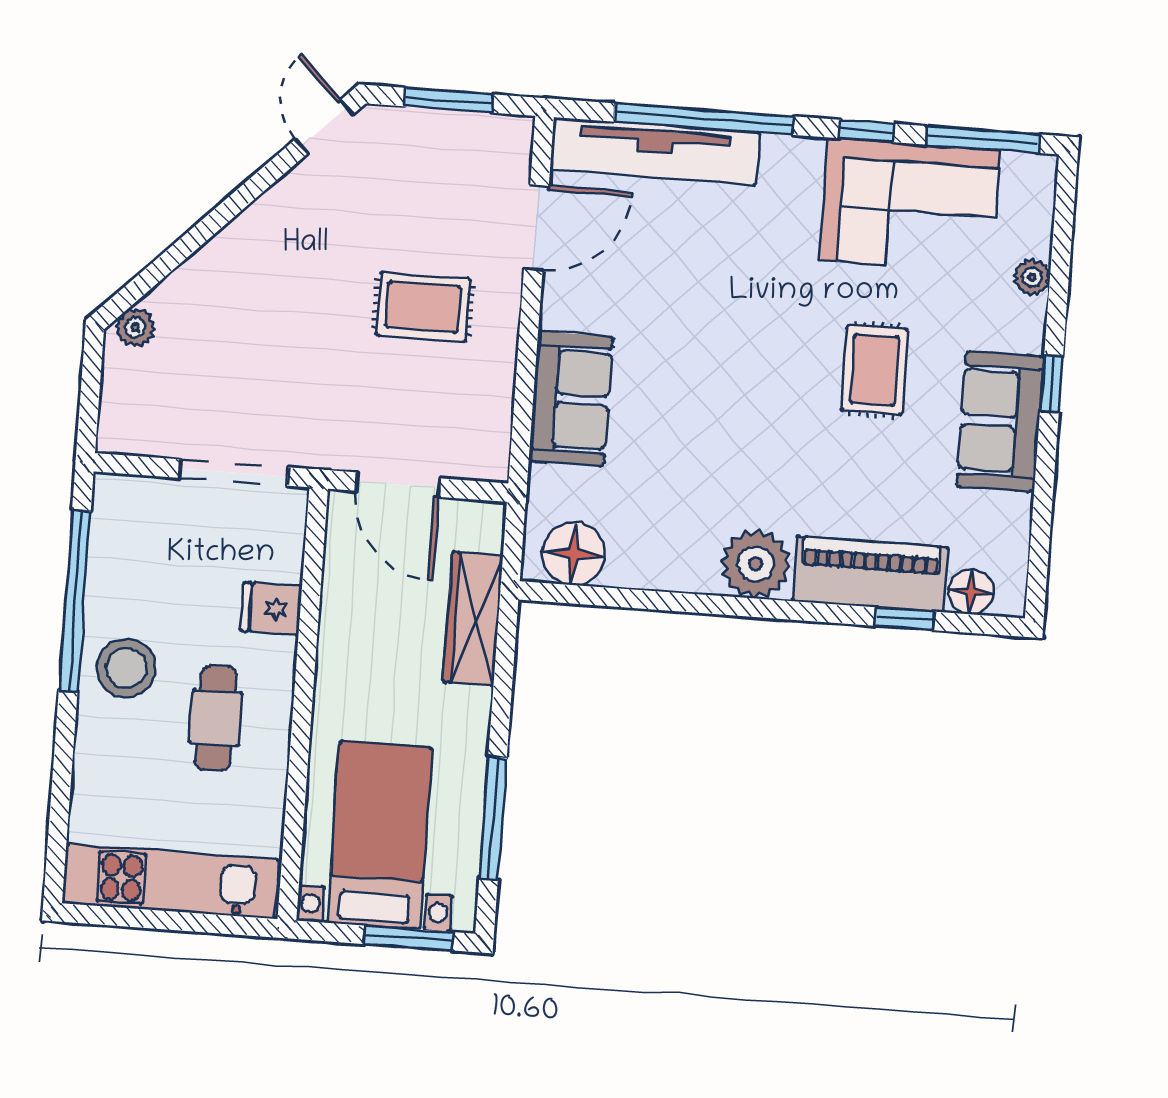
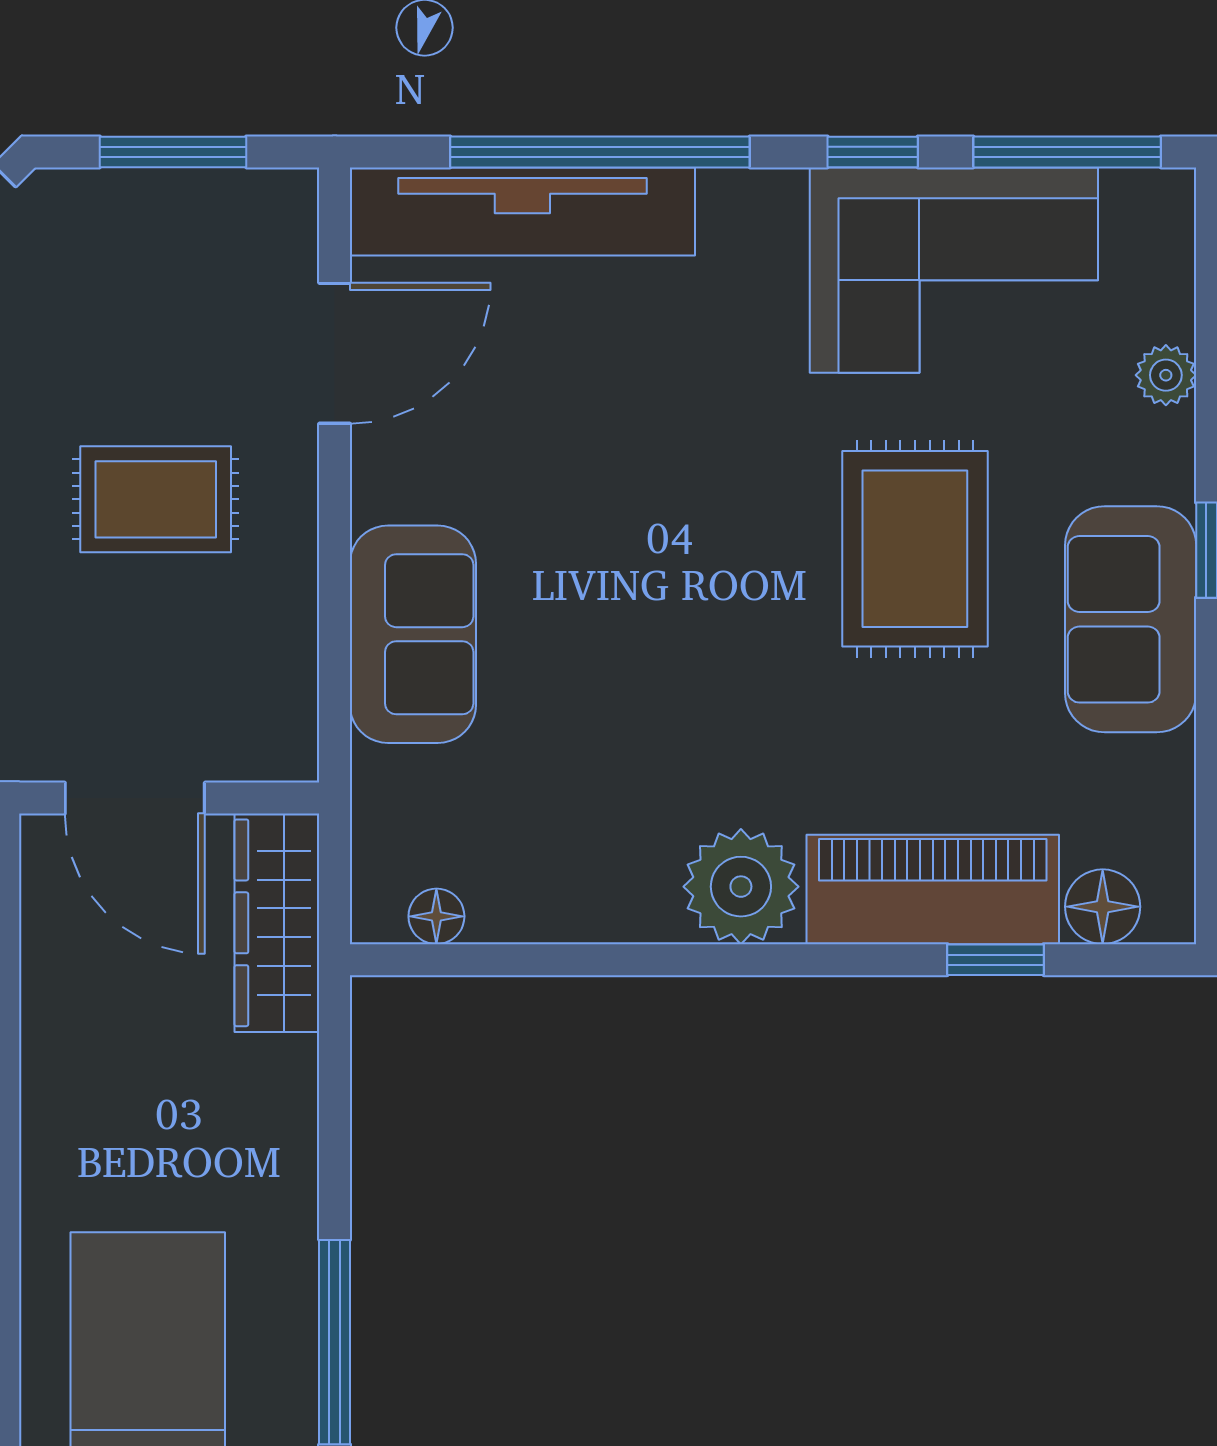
rug: (874, 370) -> (915, 549), width x1.36, depth x1.43
floor lamp: (574, 554) -> (436, 916), width x0.53, depth x0.53
wardrobe: (473, 619) -> (277, 923), moved

